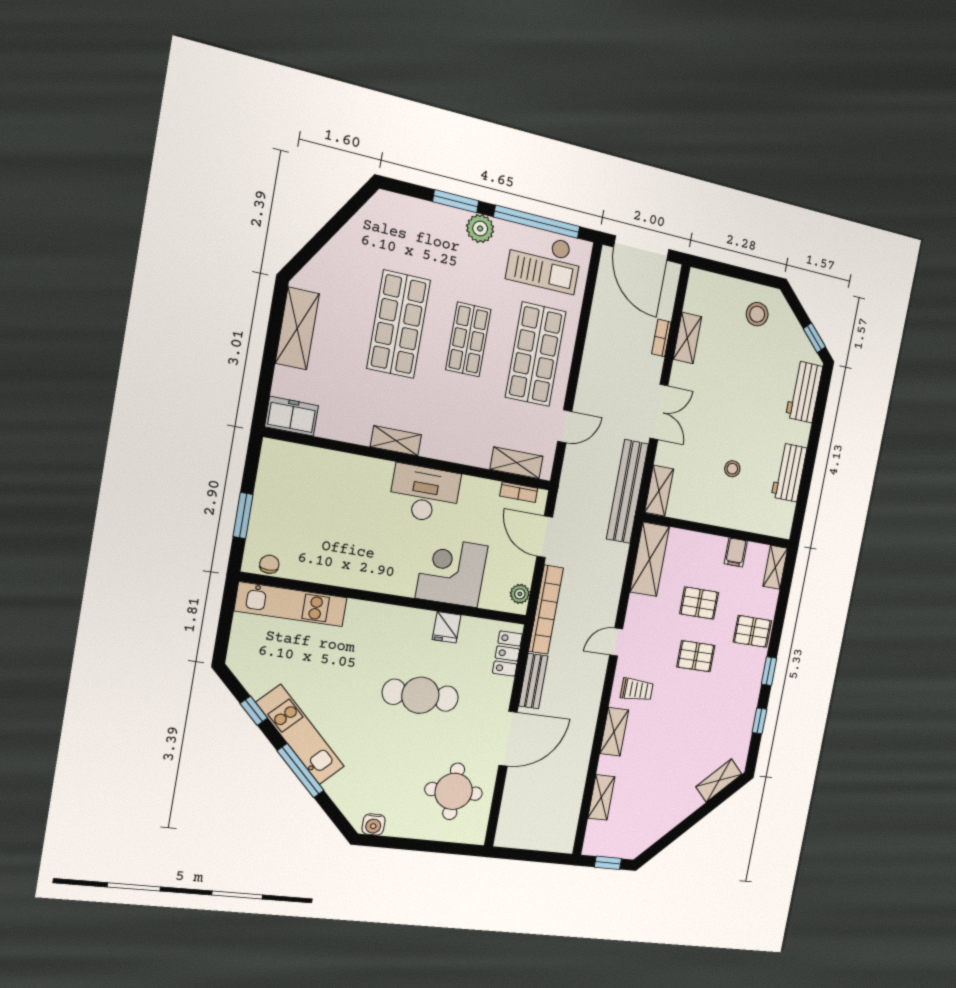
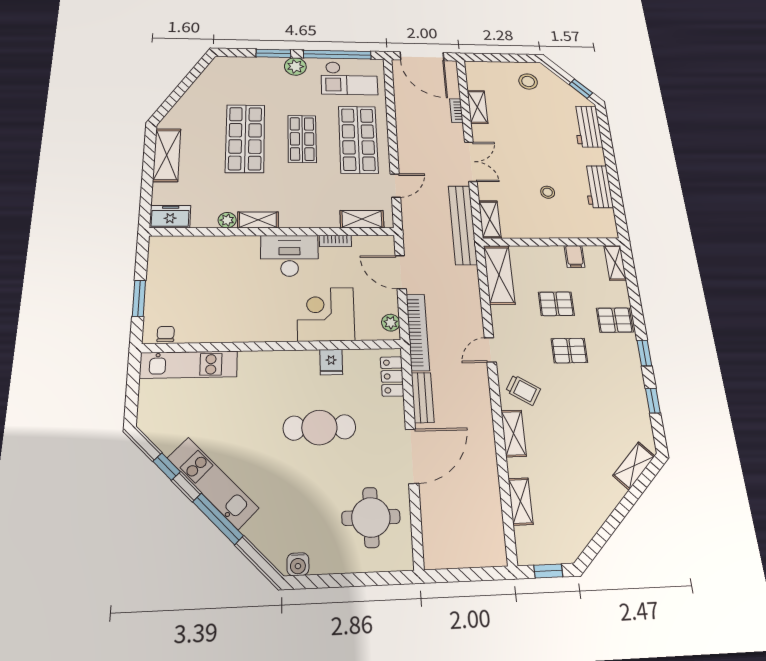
plant: (359, 434) -> (227, 220), added
bookcase: (519, 492) -> (335, 241), moved
trolley: (637, 690) -> (523, 390), turned 31

